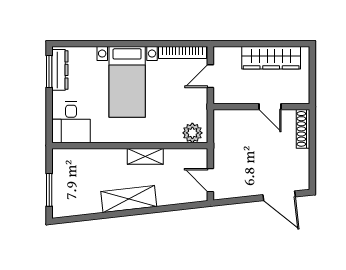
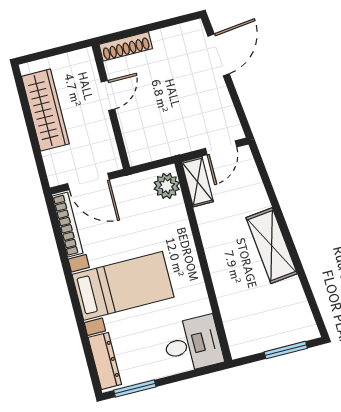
dresser: (60, 70) -> (105, 361), moved, turned 90
door: (210, 76) -> (88, 181), width x1.38
shelving: (145, 156) -> (197, 182), moved

